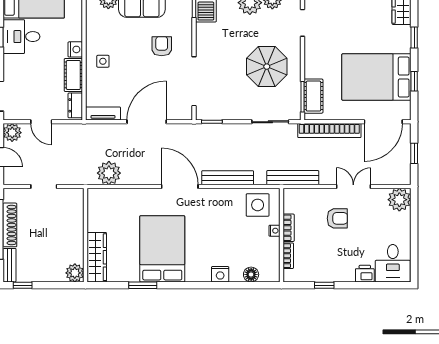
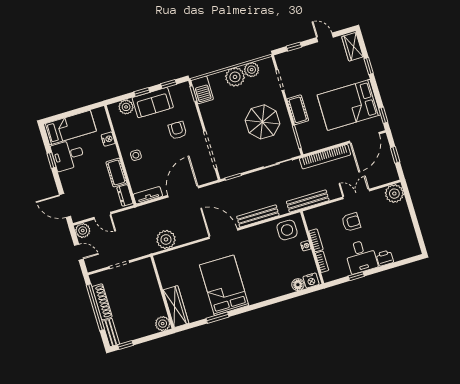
nightstand: (75, 49) -> (108, 139), moved
window: (414, 81) -> (383, 115), moved
cot: (313, 96) -> (298, 110), moved
desk: (393, 263) -> (361, 256), moved
nightstand: (220, 274) -> (311, 280), moved

